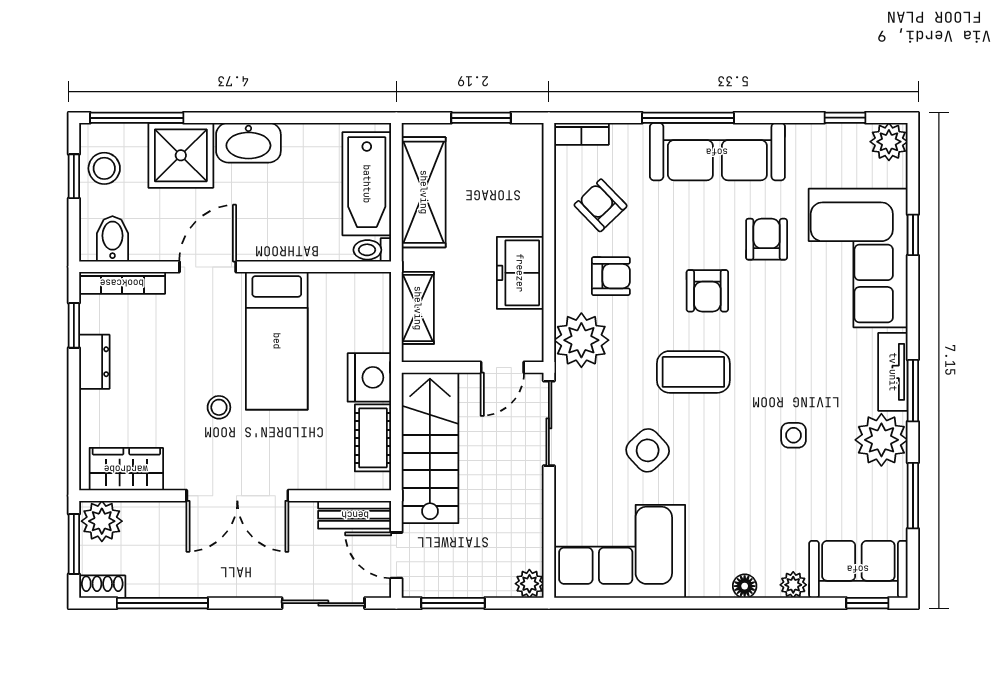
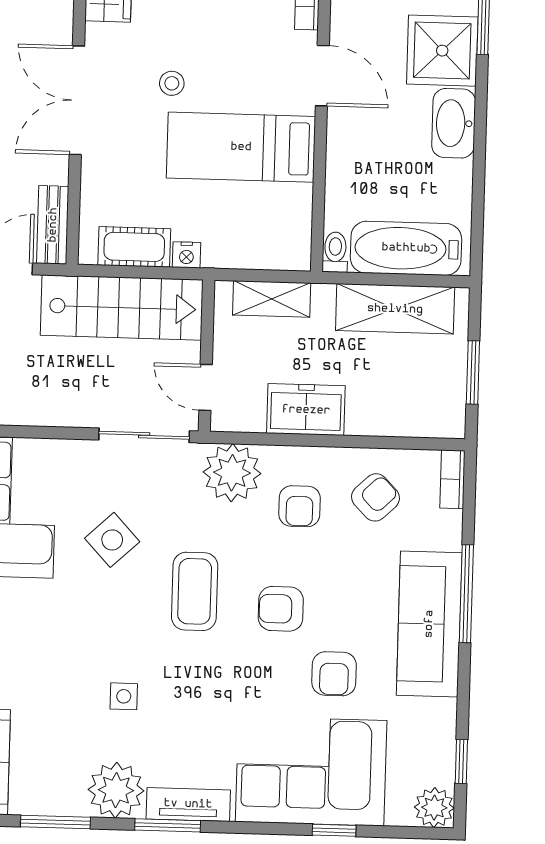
armchair: (767, 239) -> (334, 674), turned 90
nightstand: (369, 377) -> (186, 255), width x0.53, depth x0.56

